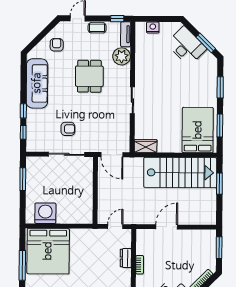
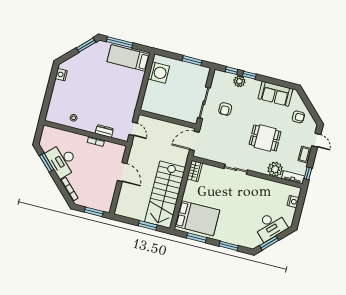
sofa: (37, 83) -> (275, 94), width x0.73
plant: (33, 121) -> (239, 81), added
bed: (48, 251) -> (128, 58), width x0.49

